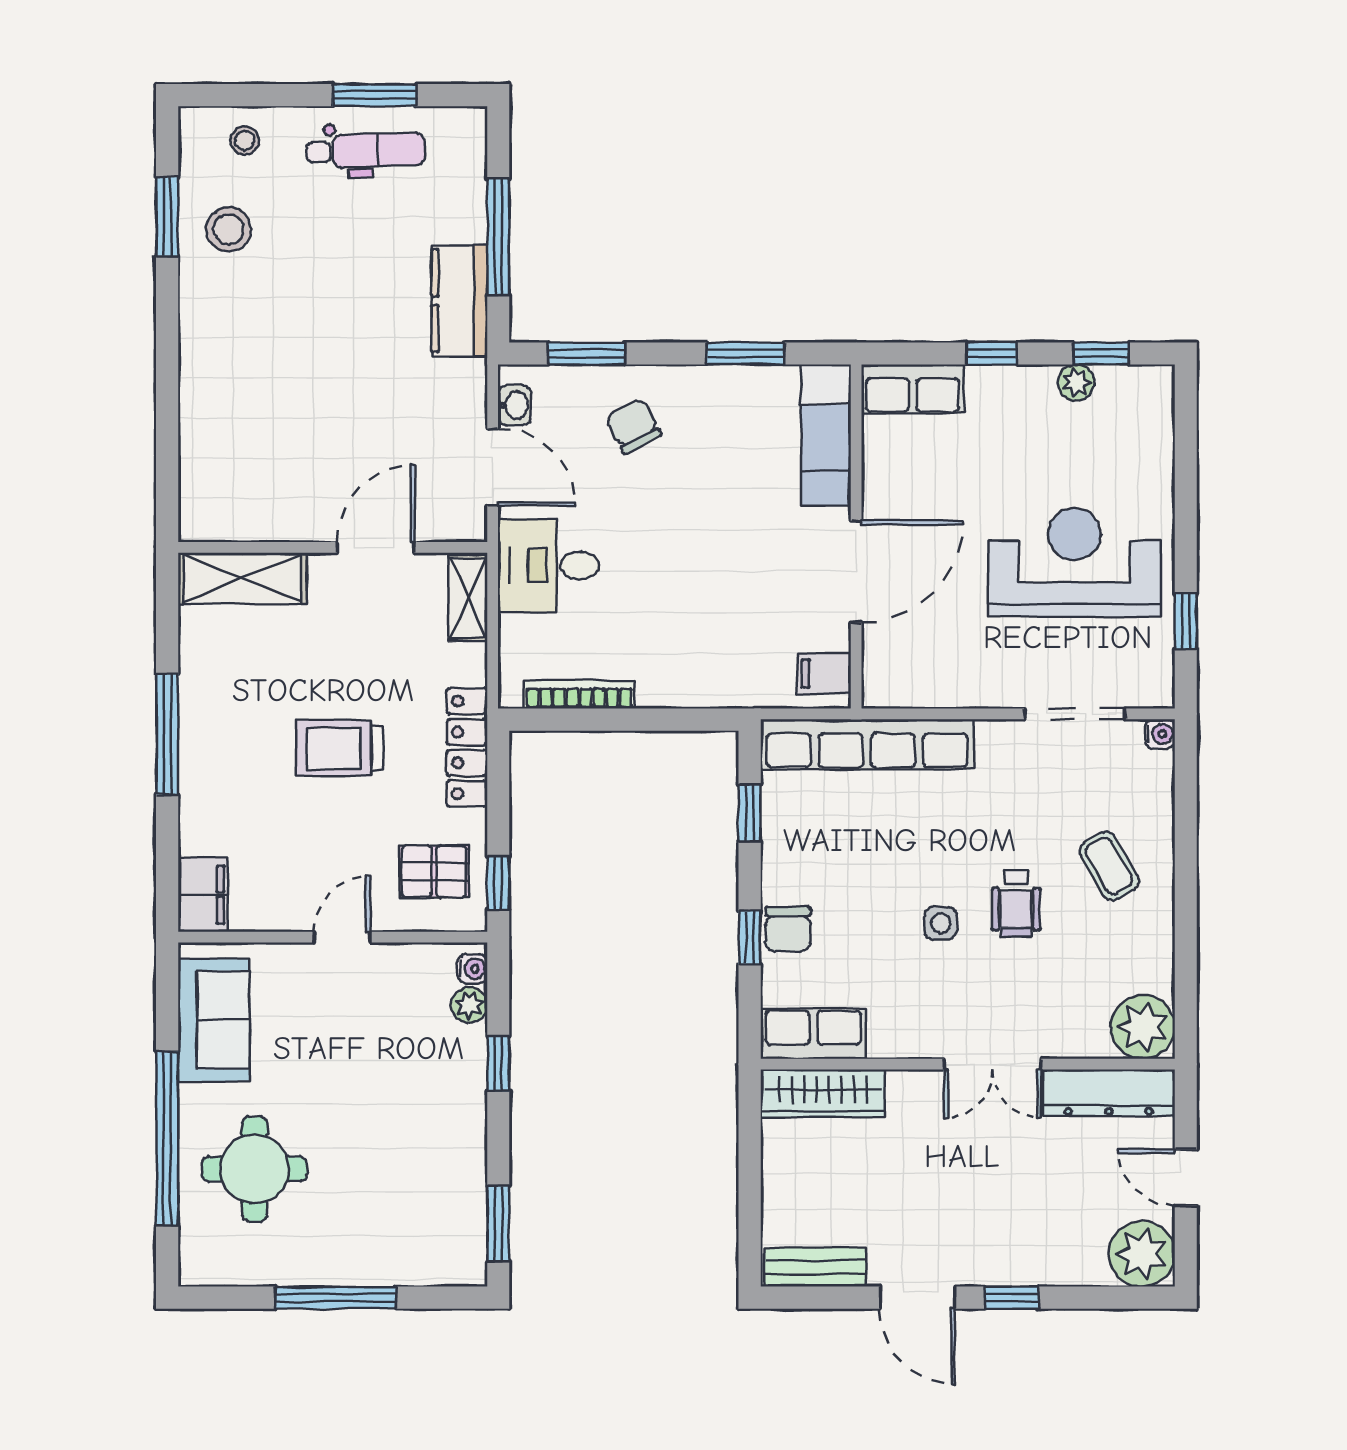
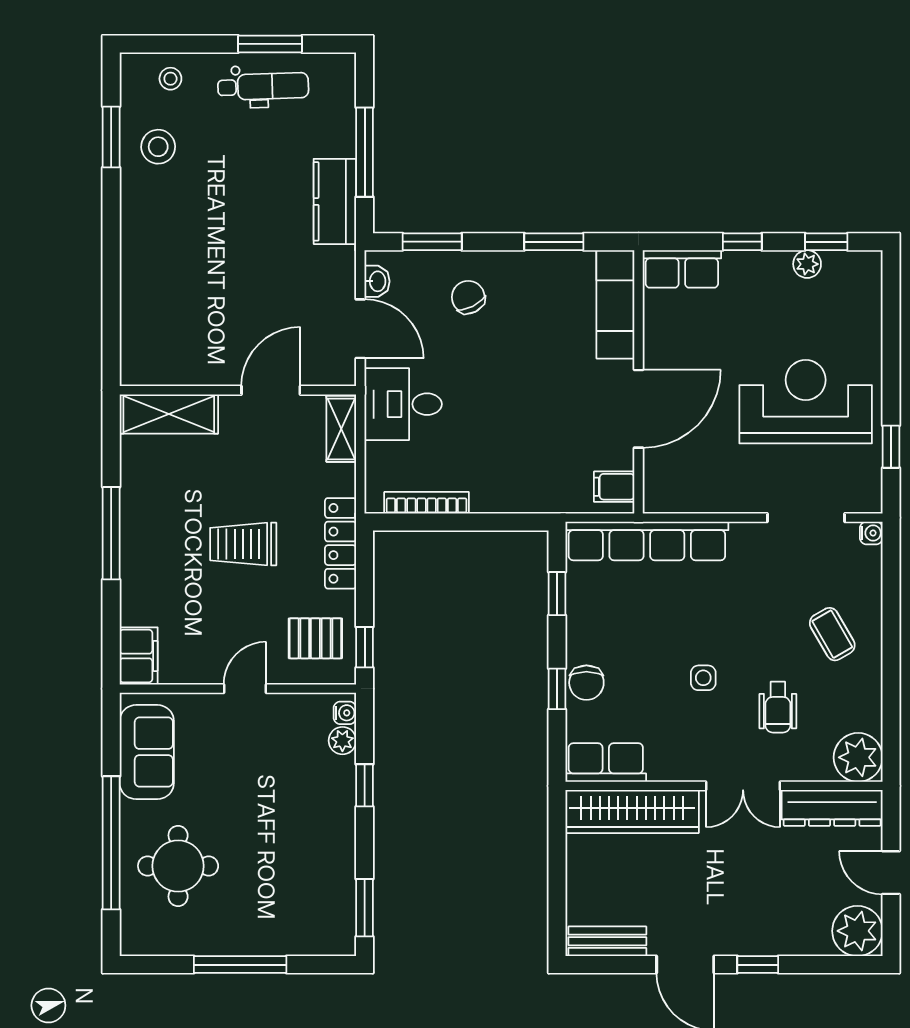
wheelchair: (1016, 904) -> (778, 707), moved
wardrobe: (823, 1094) -> (632, 811), width x1.40, depth x1.17

